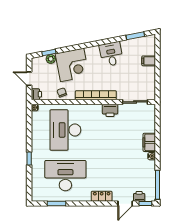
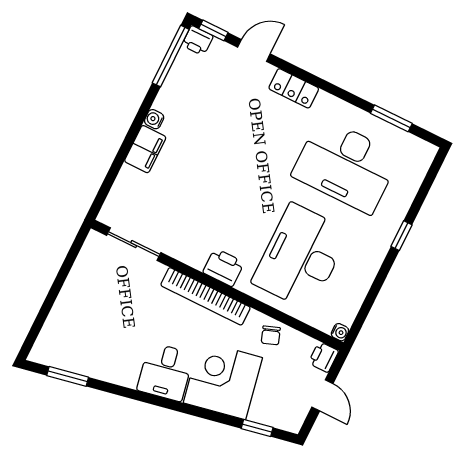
desk: (111, 54) -> (165, 372), moved
plant: (51, 59) -> (260, 413), removed
filing cabinet: (149, 61) -> (66, 313), removed
printer: (110, 110) -> (223, 267), moved
desk: (65, 130) -> (301, 257), turned 180
printer: (139, 196) -> (198, 41), moved

